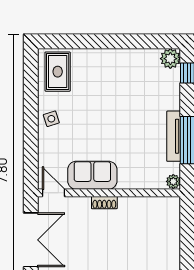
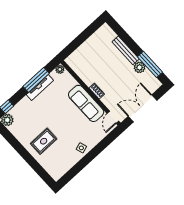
rug: (58, 72) -> (44, 141), moved
sofa: (92, 175) -> (86, 103), width x1.36

